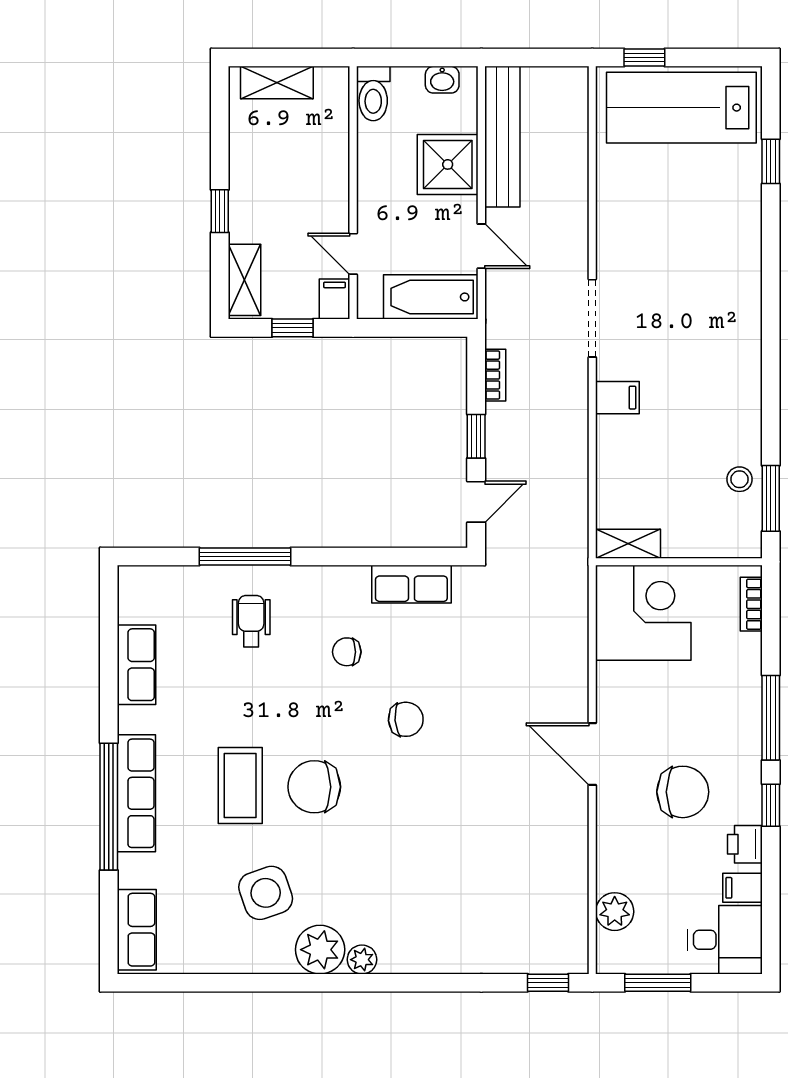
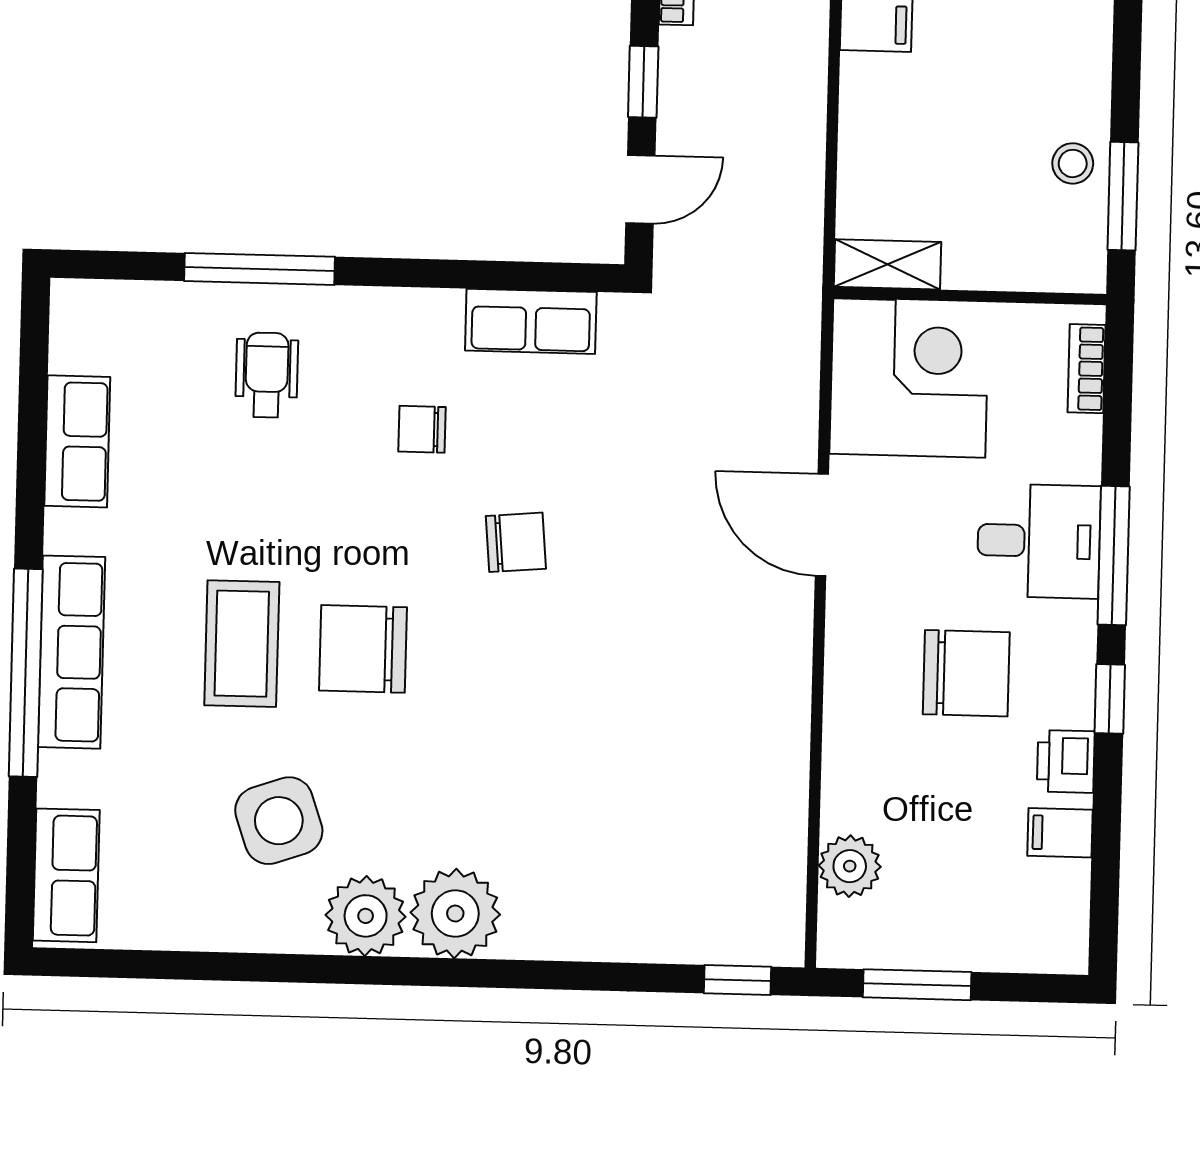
door: (592, 754) -> (822, 525), moved
desk: (725, 940) -> (1039, 541), moved
plant: (362, 960) -> (455, 914), width x1.87, depth x1.87

